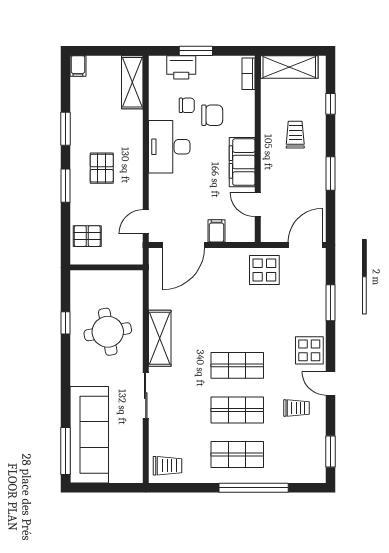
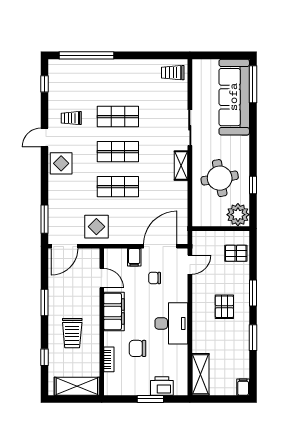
bookcase: (249, 74) -> (109, 359), moved
chair: (187, 105) -> (155, 278), moved
trolley: (295, 135) -> (72, 333), width x1.36, depth x1.39
plant: (85, 285) -> (238, 215), added
window: (331, 303) -> (44, 219), moved
shelving: (160, 338) -> (181, 166), width x0.67, depth x0.75
door: (331, 383) -> (44, 137), swing flipped
window: (331, 452) -> (44, 84), width x0.67
shop shelf: (237, 455) -> (118, 187), moved
window: (254, 488) -> (86, 55), moved

